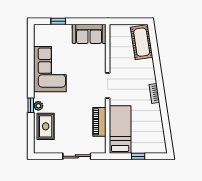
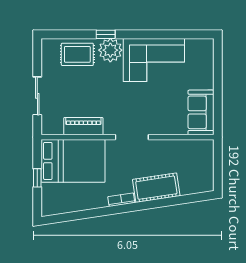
window: (58, 21) -> (218, 71), removed
cot: (142, 42) -> (156, 188), moved
plant: (38, 106) -> (110, 50), width x1.88, depth x1.88
bed: (120, 130) -> (73, 161), width x1.50

